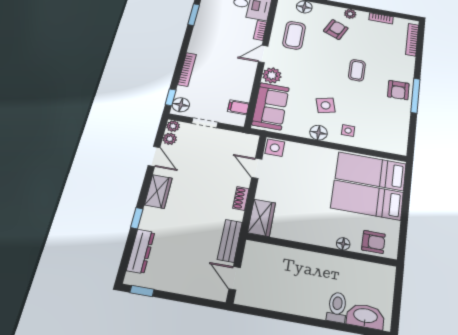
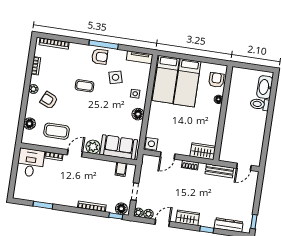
door: (263, 54) -> (75, 153), swing flipped
side table: (326, 105) -> (116, 77), moved
tv unit: (401, 139) -> (140, 57), added

